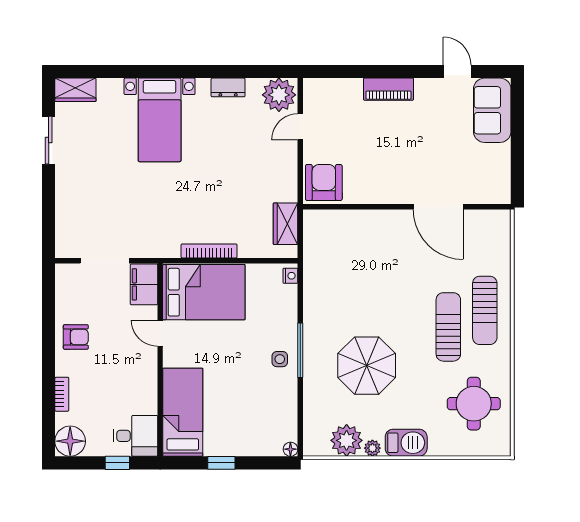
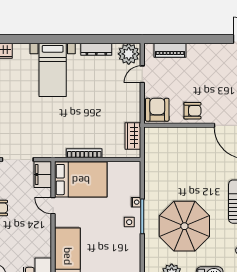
dresser: (228, 87) -> (96, 49), width x1.44
piano: (389, 89) -> (170, 50), moved
armchair: (379, 184) -> (192, 111), added
nightstand: (290, 276) -> (136, 202), moved
parasol: (367, 366) -> (184, 226), width x1.36, depth x1.36

